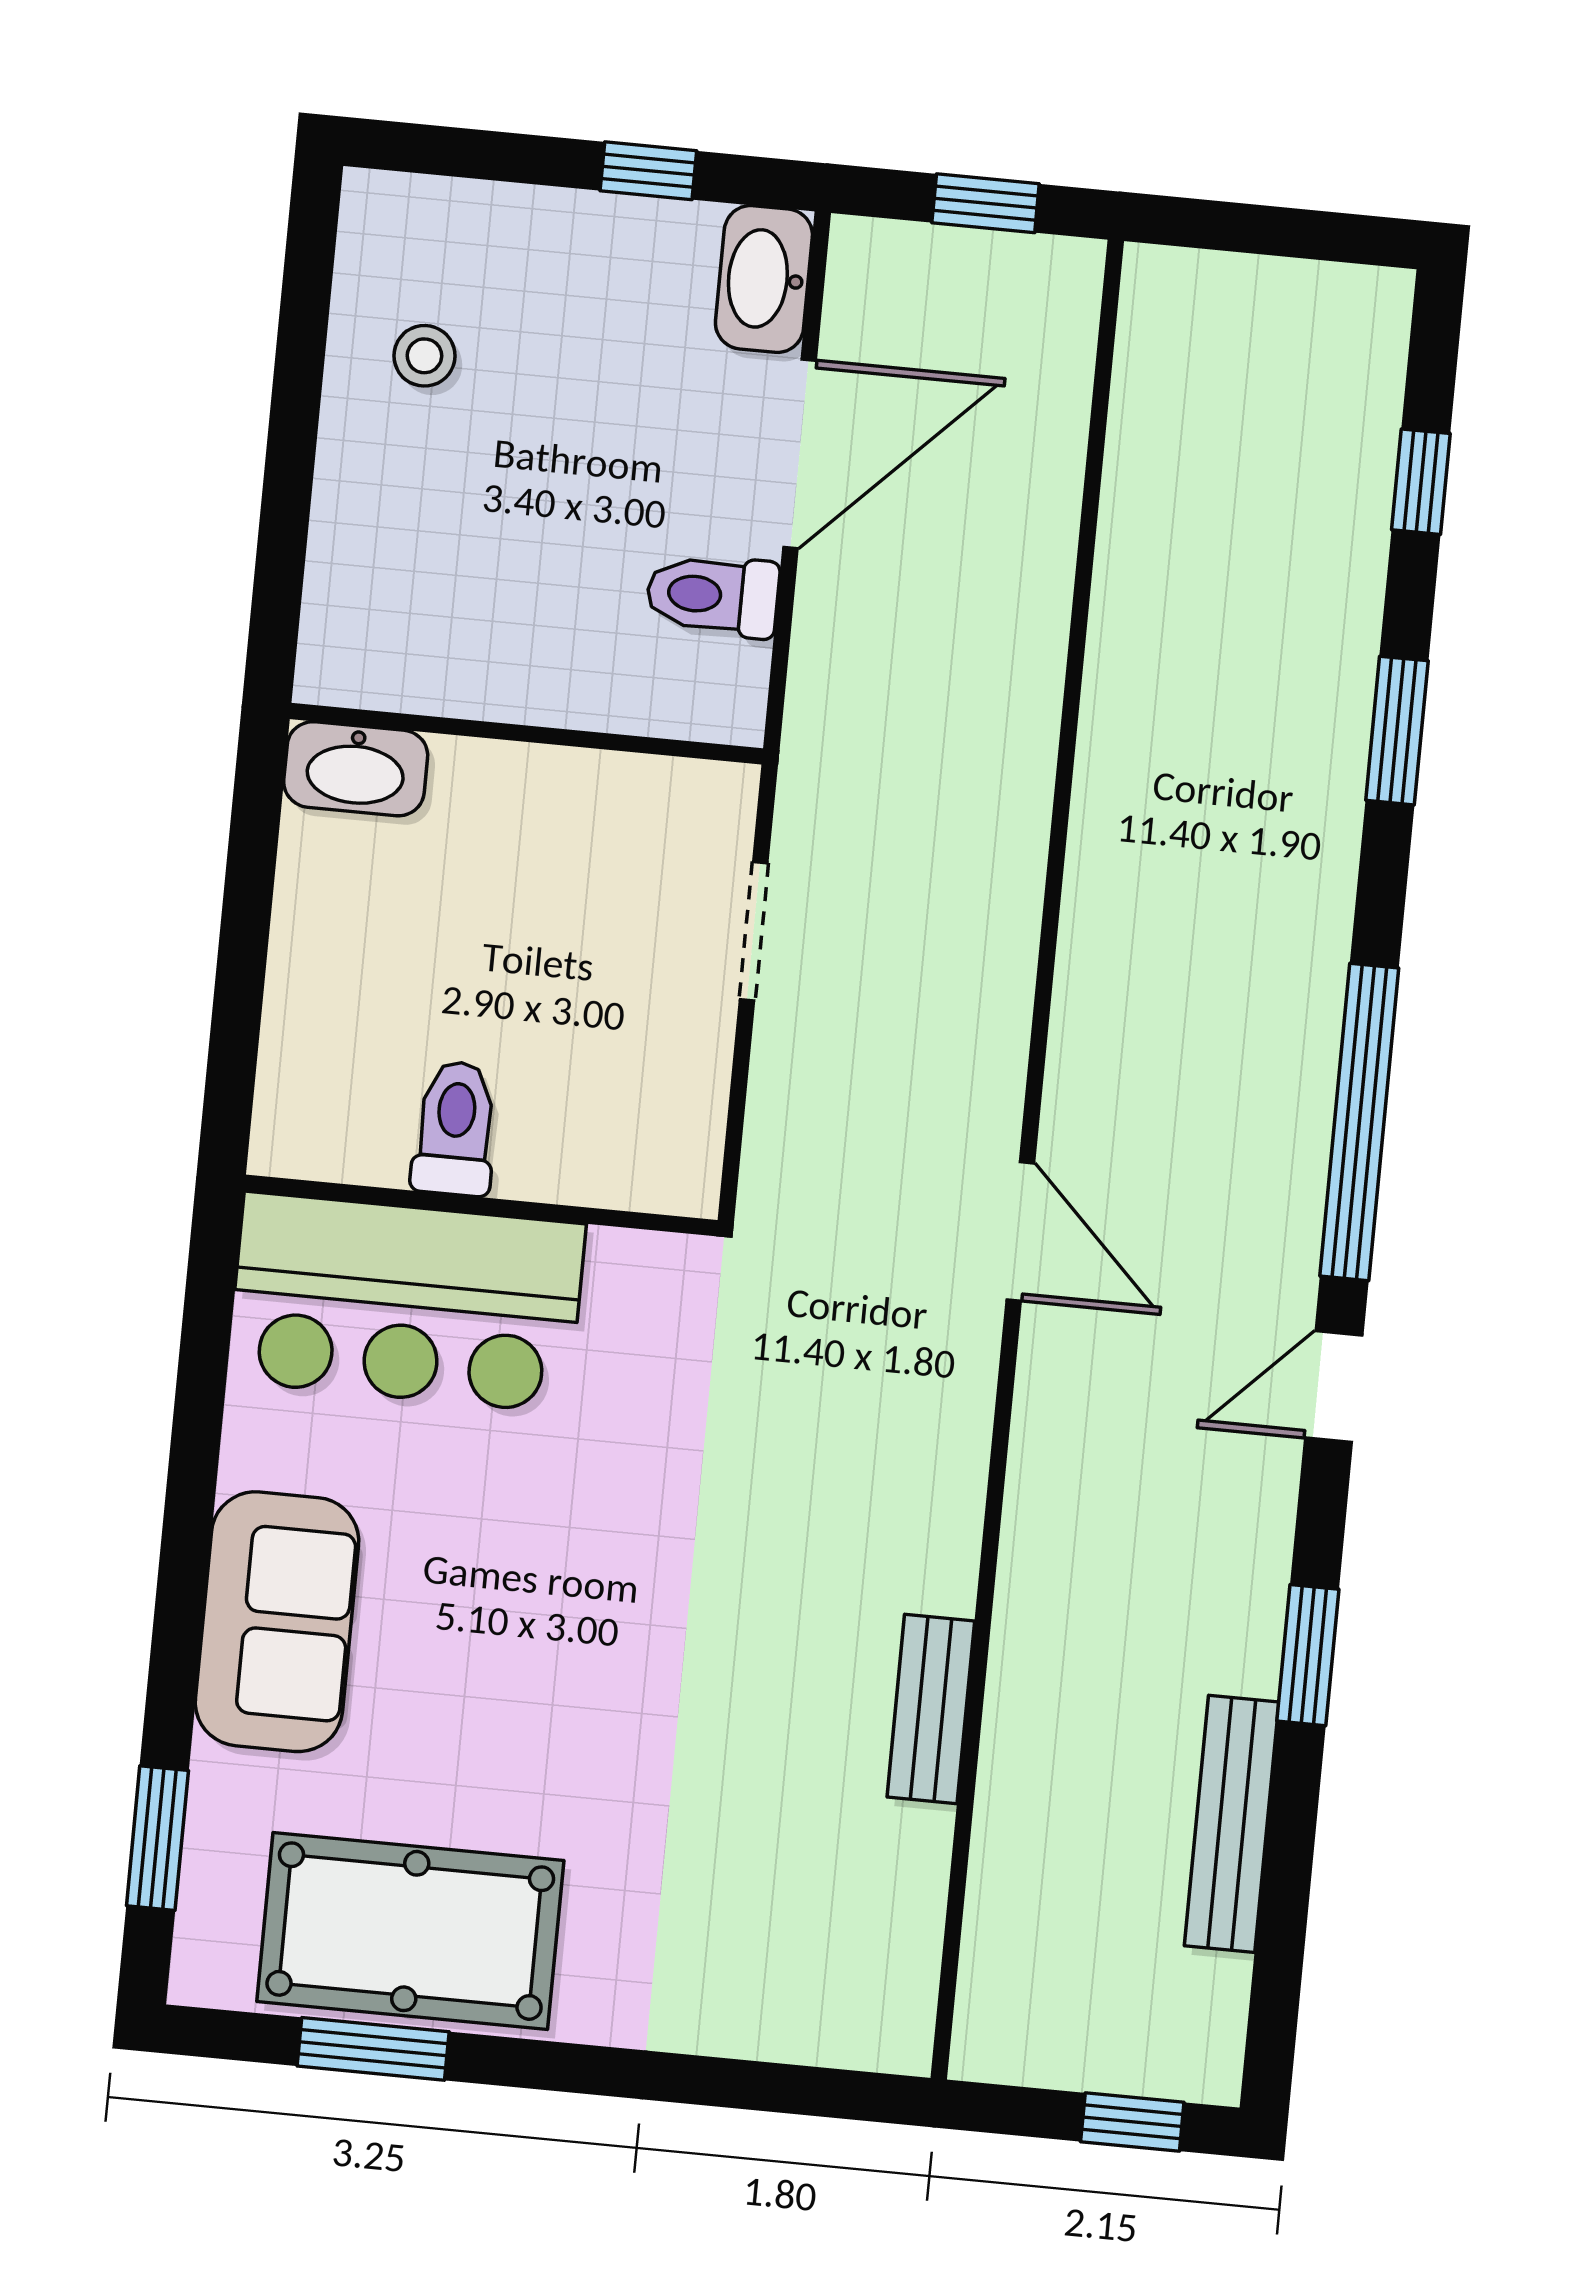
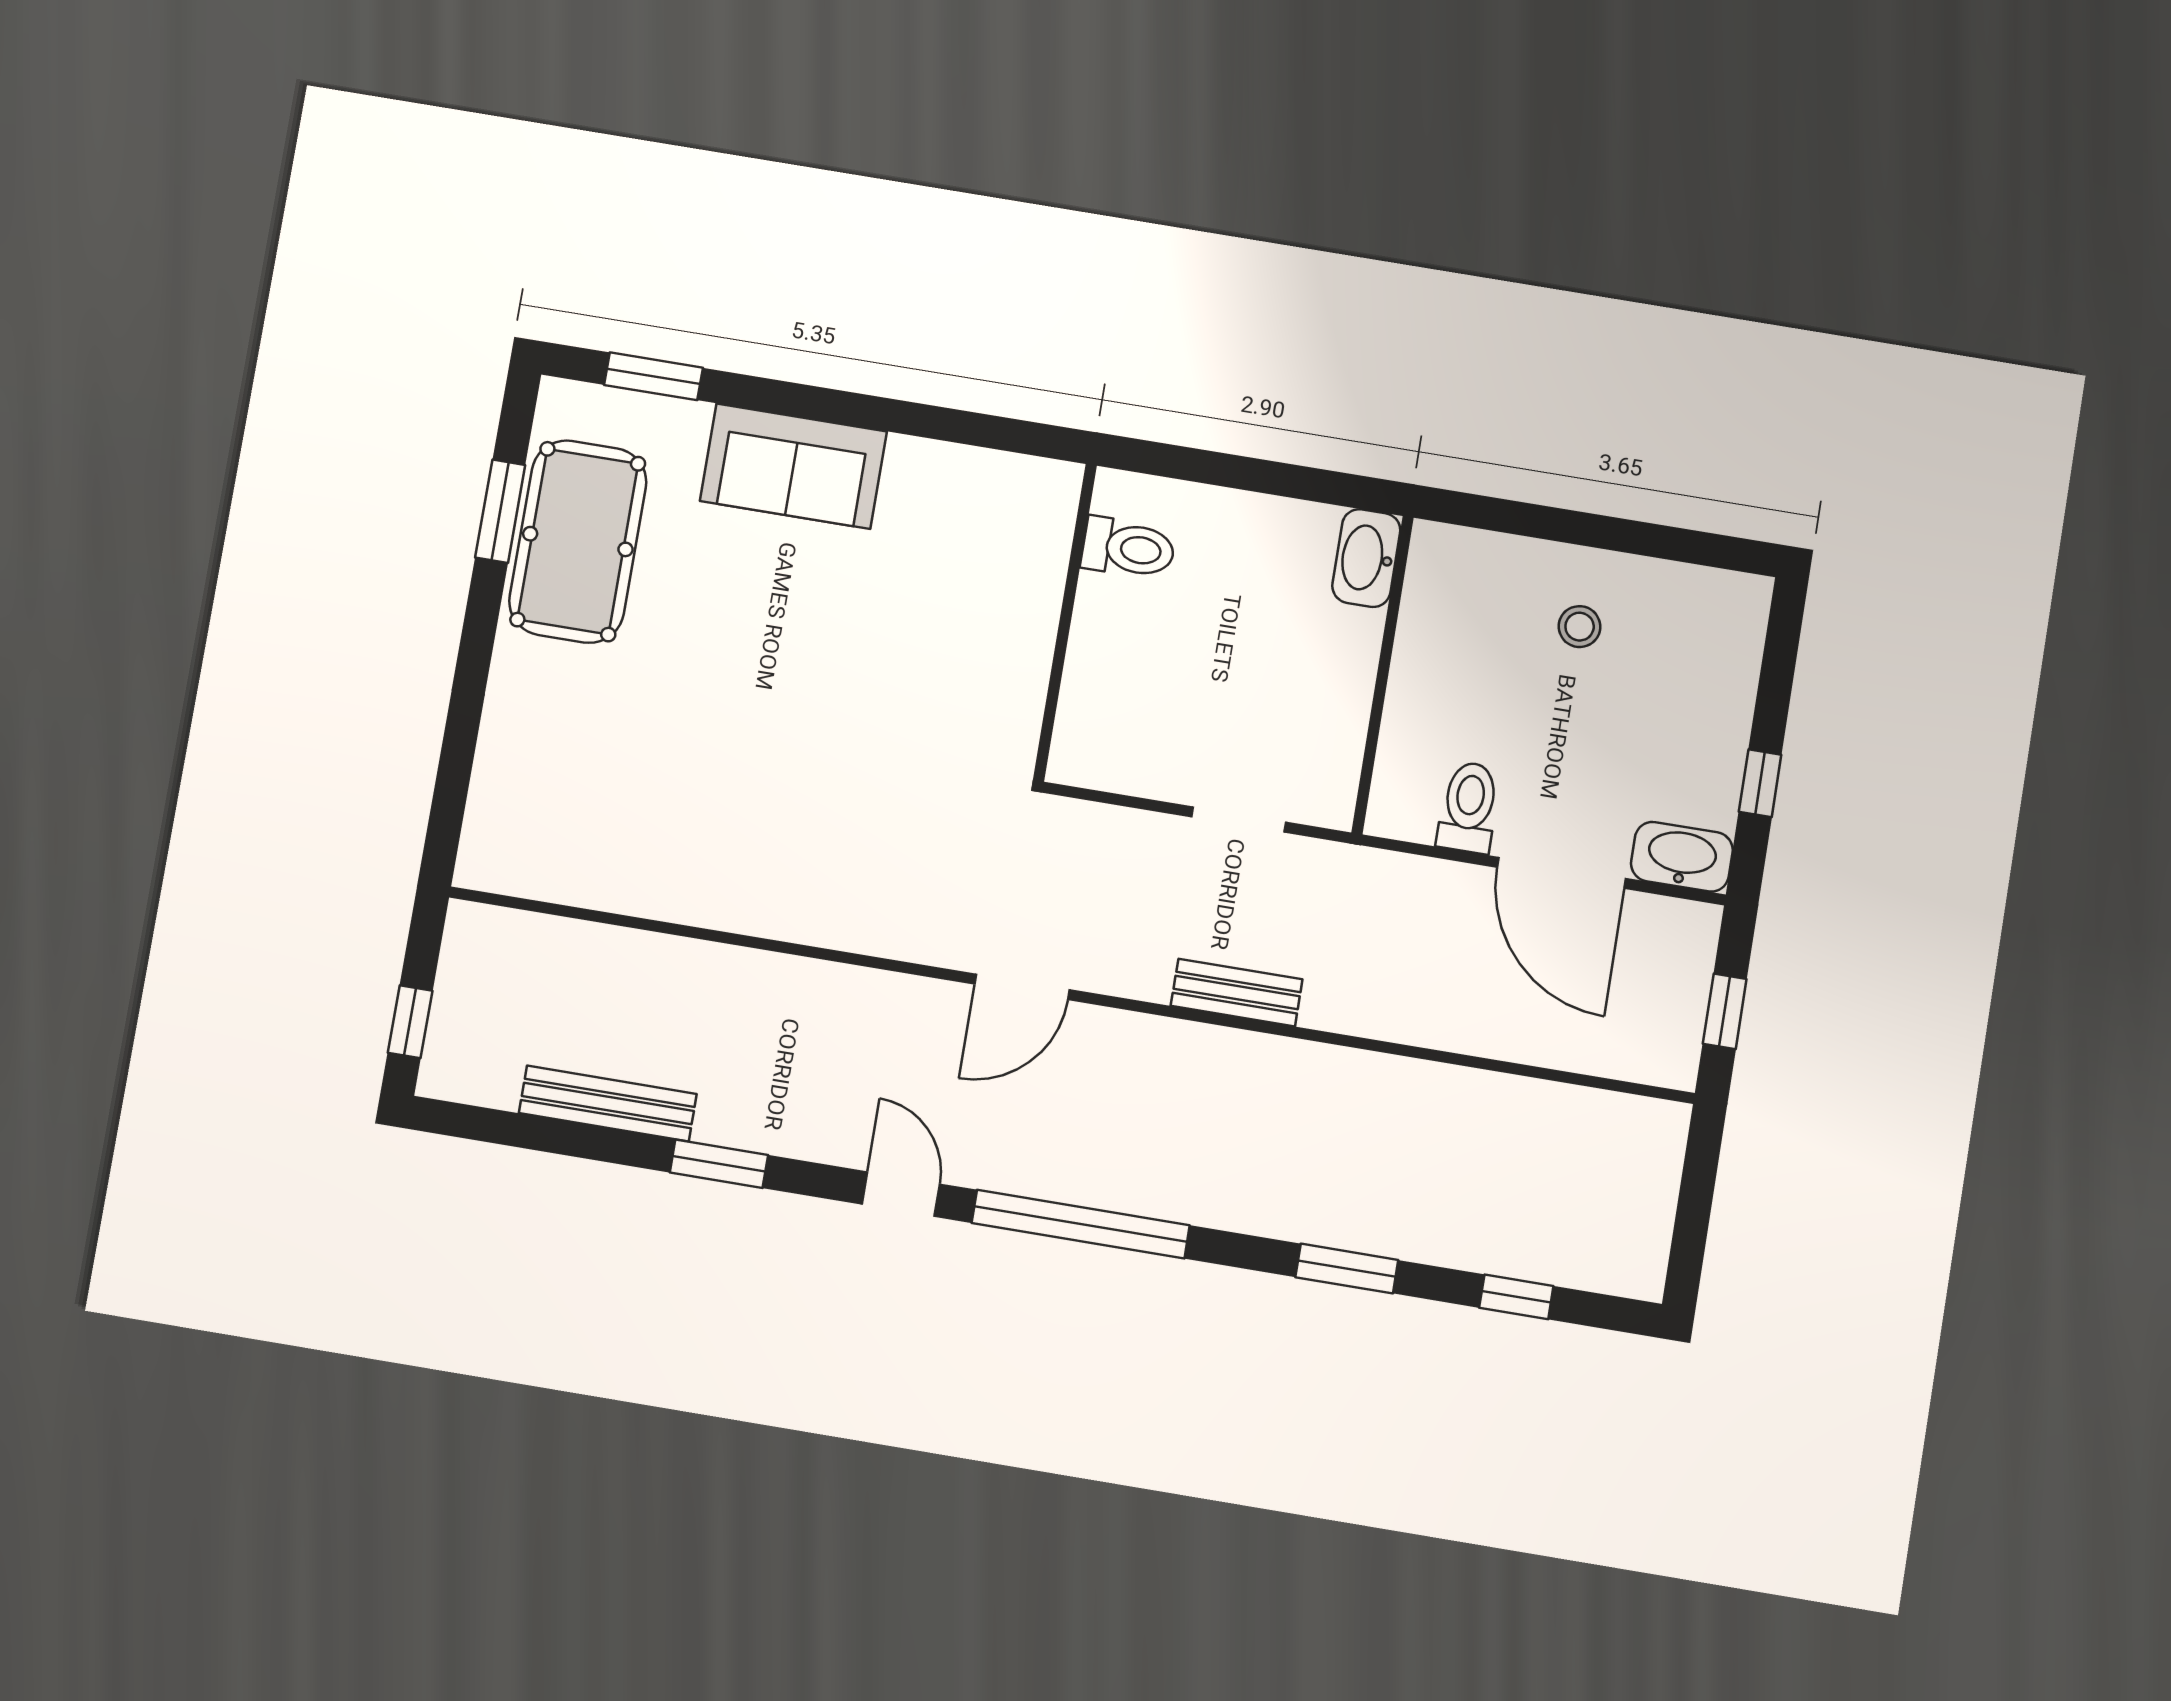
stool: (424, 356) -> (1580, 627), moved
toilet: (455, 1128) -> (1128, 548), moved
bar counter: (406, 1302) -> (1003, 568), removed
bench: (931, 1709) -> (1237, 993), moved

